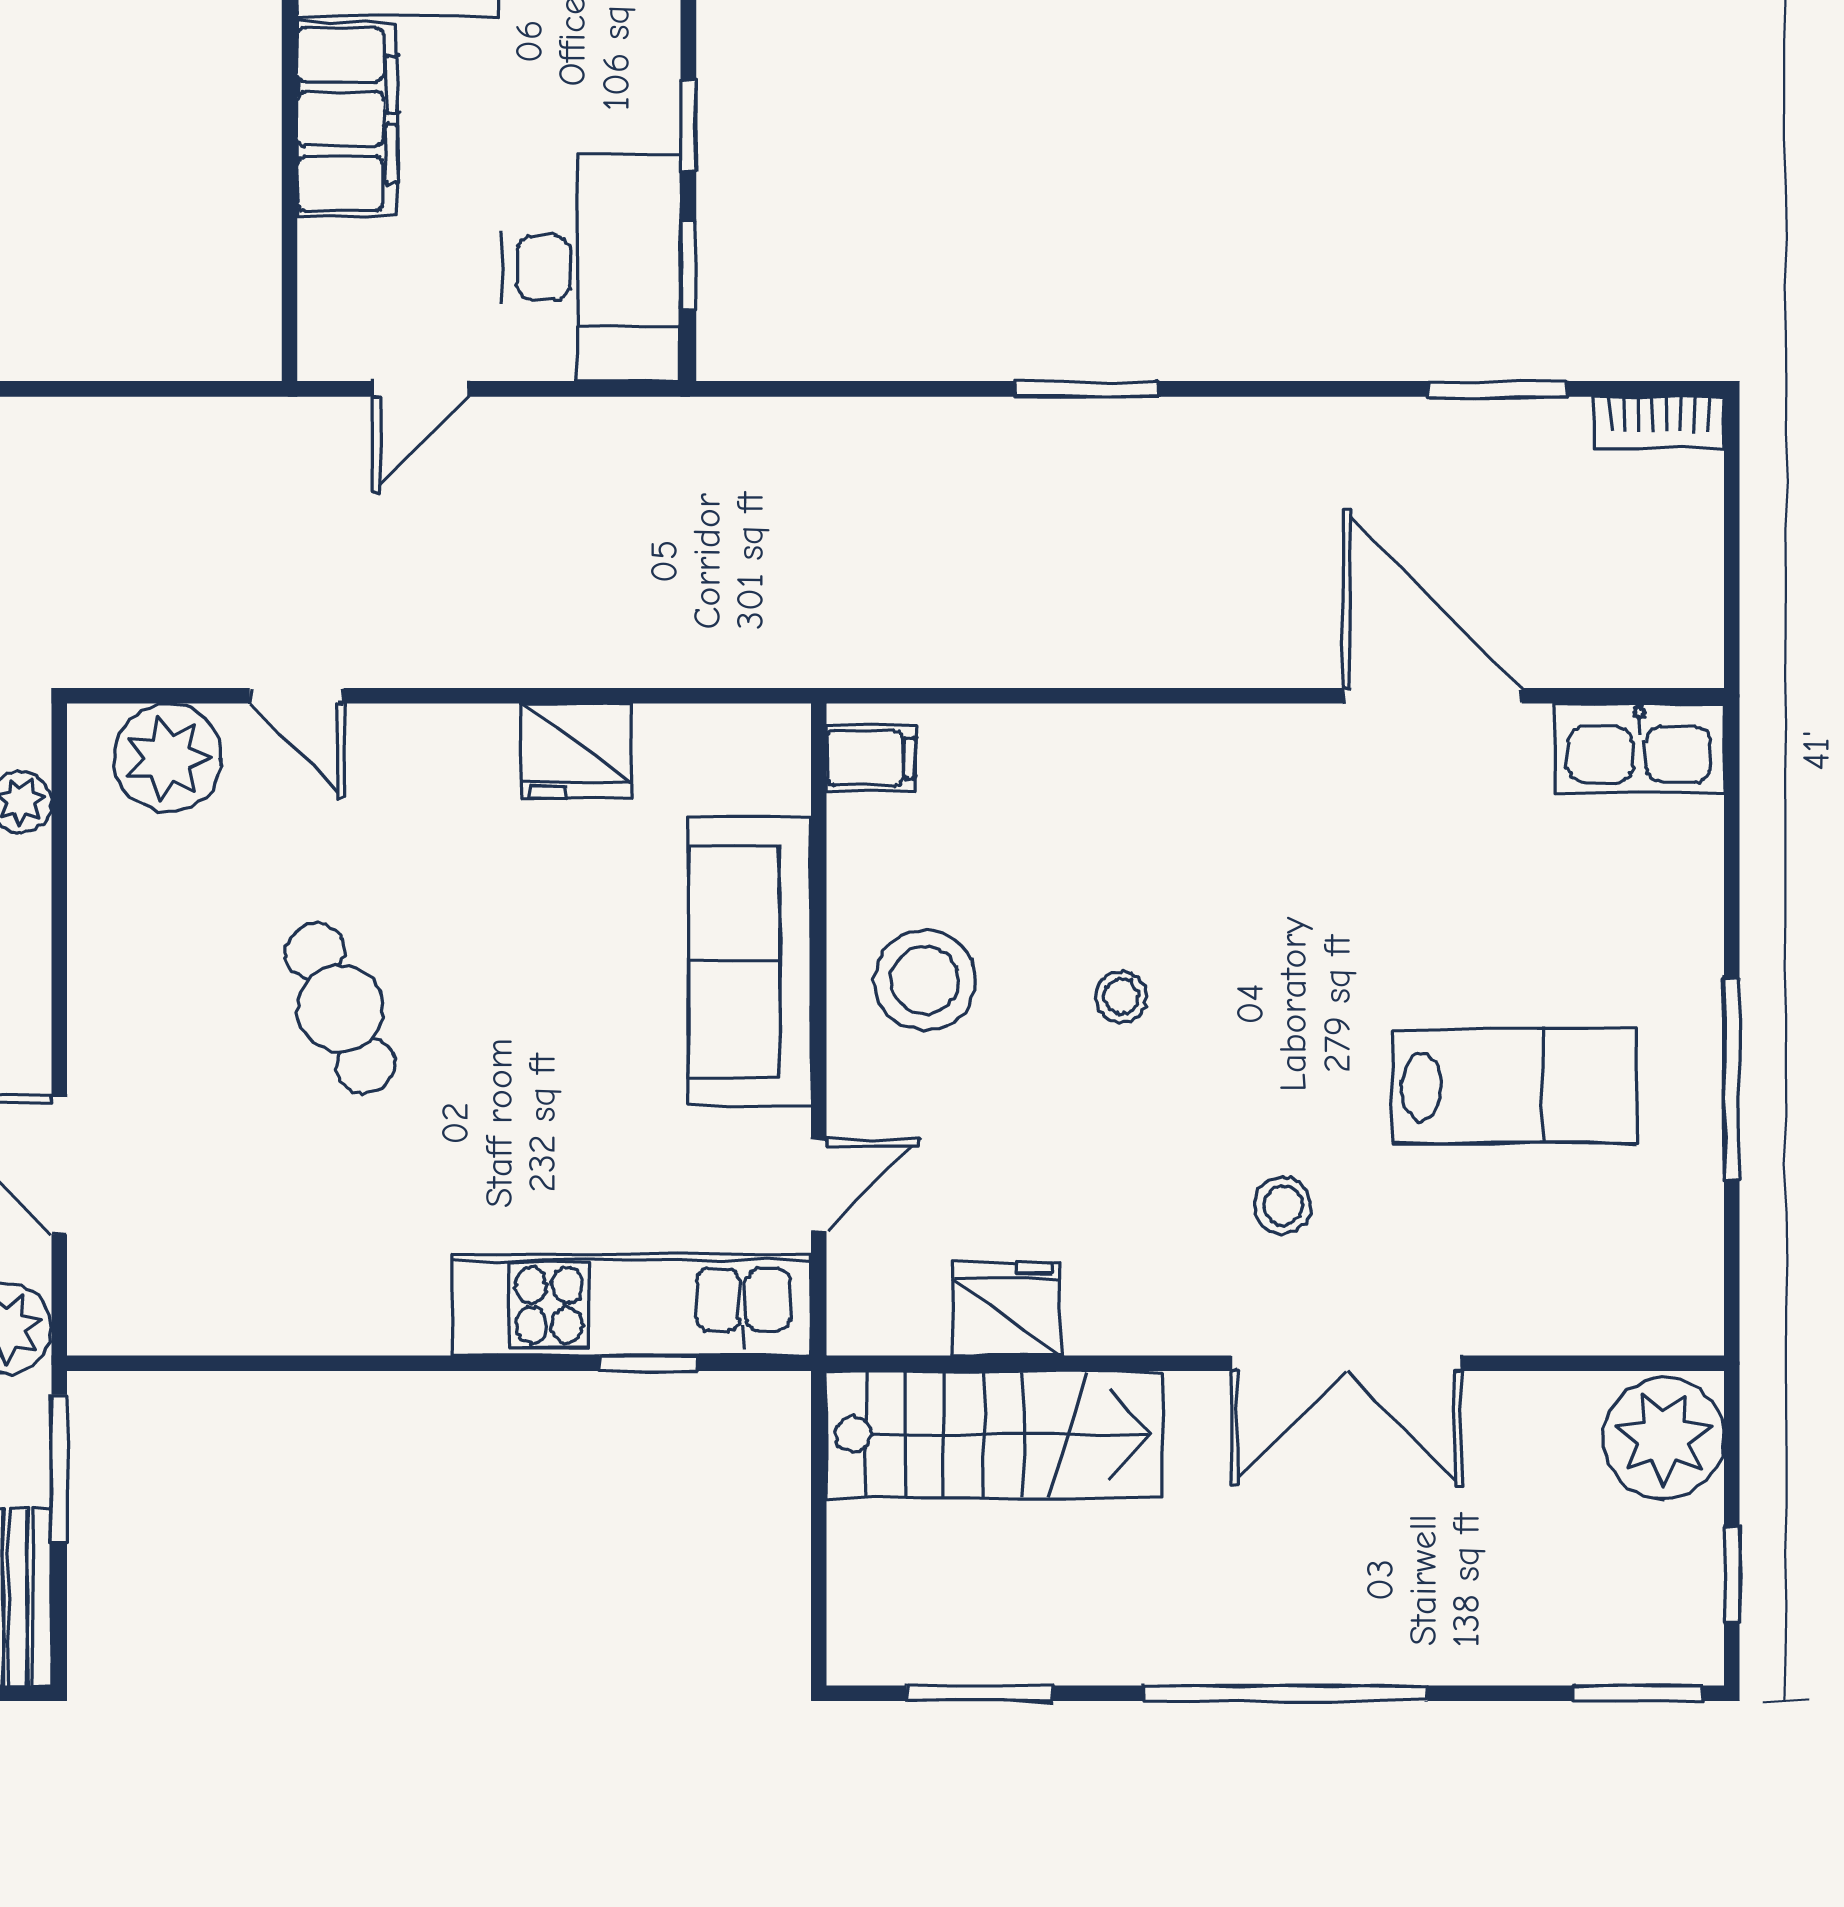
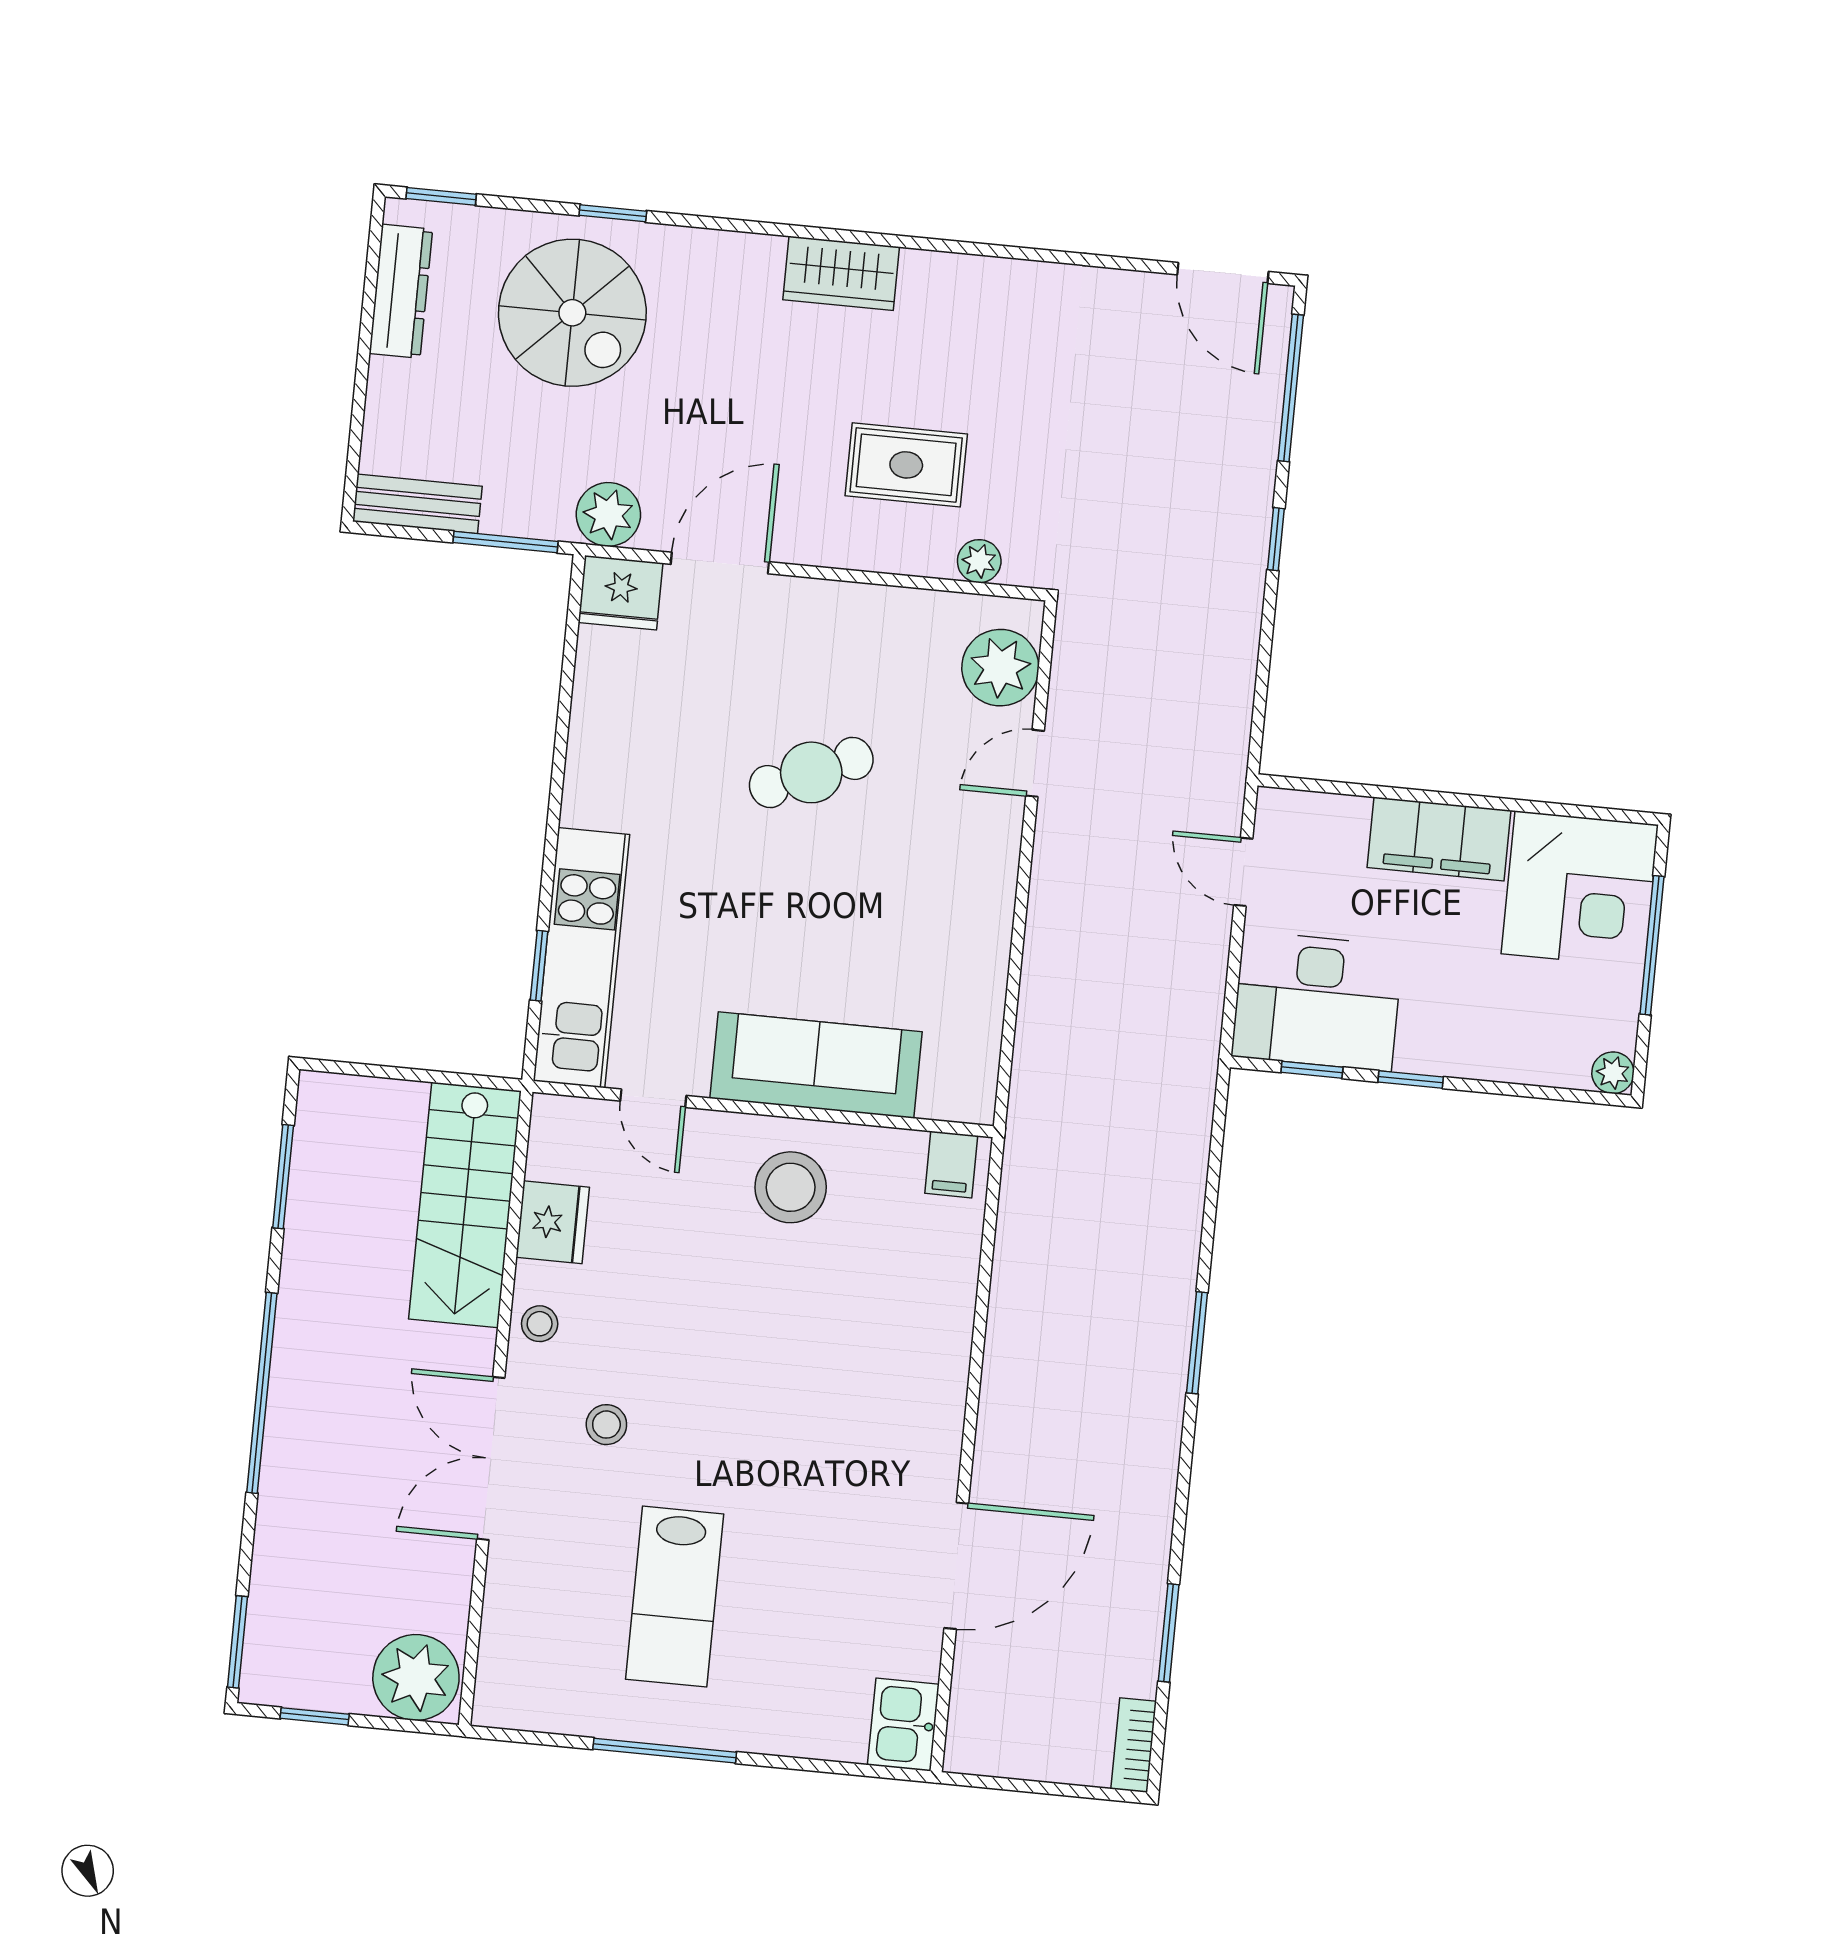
kitchen sink: (1639, 748) -> (903, 1725), width x0.73
fridge: (576, 751) -> (621, 593), moved, turned -90
stool: (1121, 996) -> (540, 1324), moved

